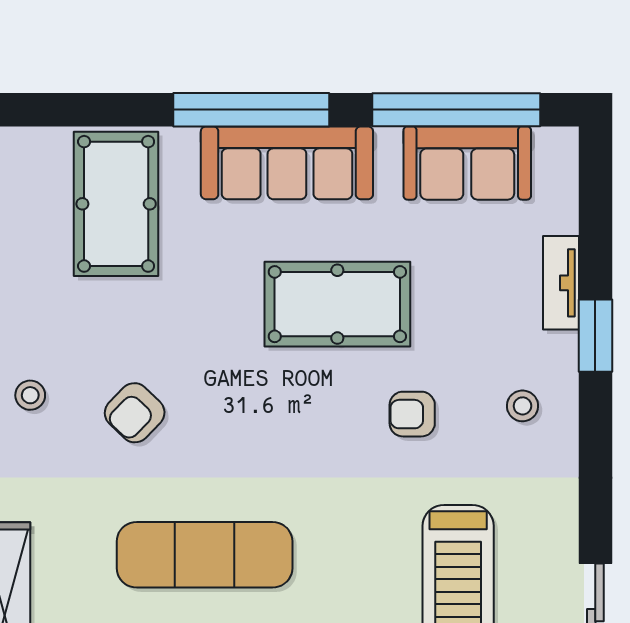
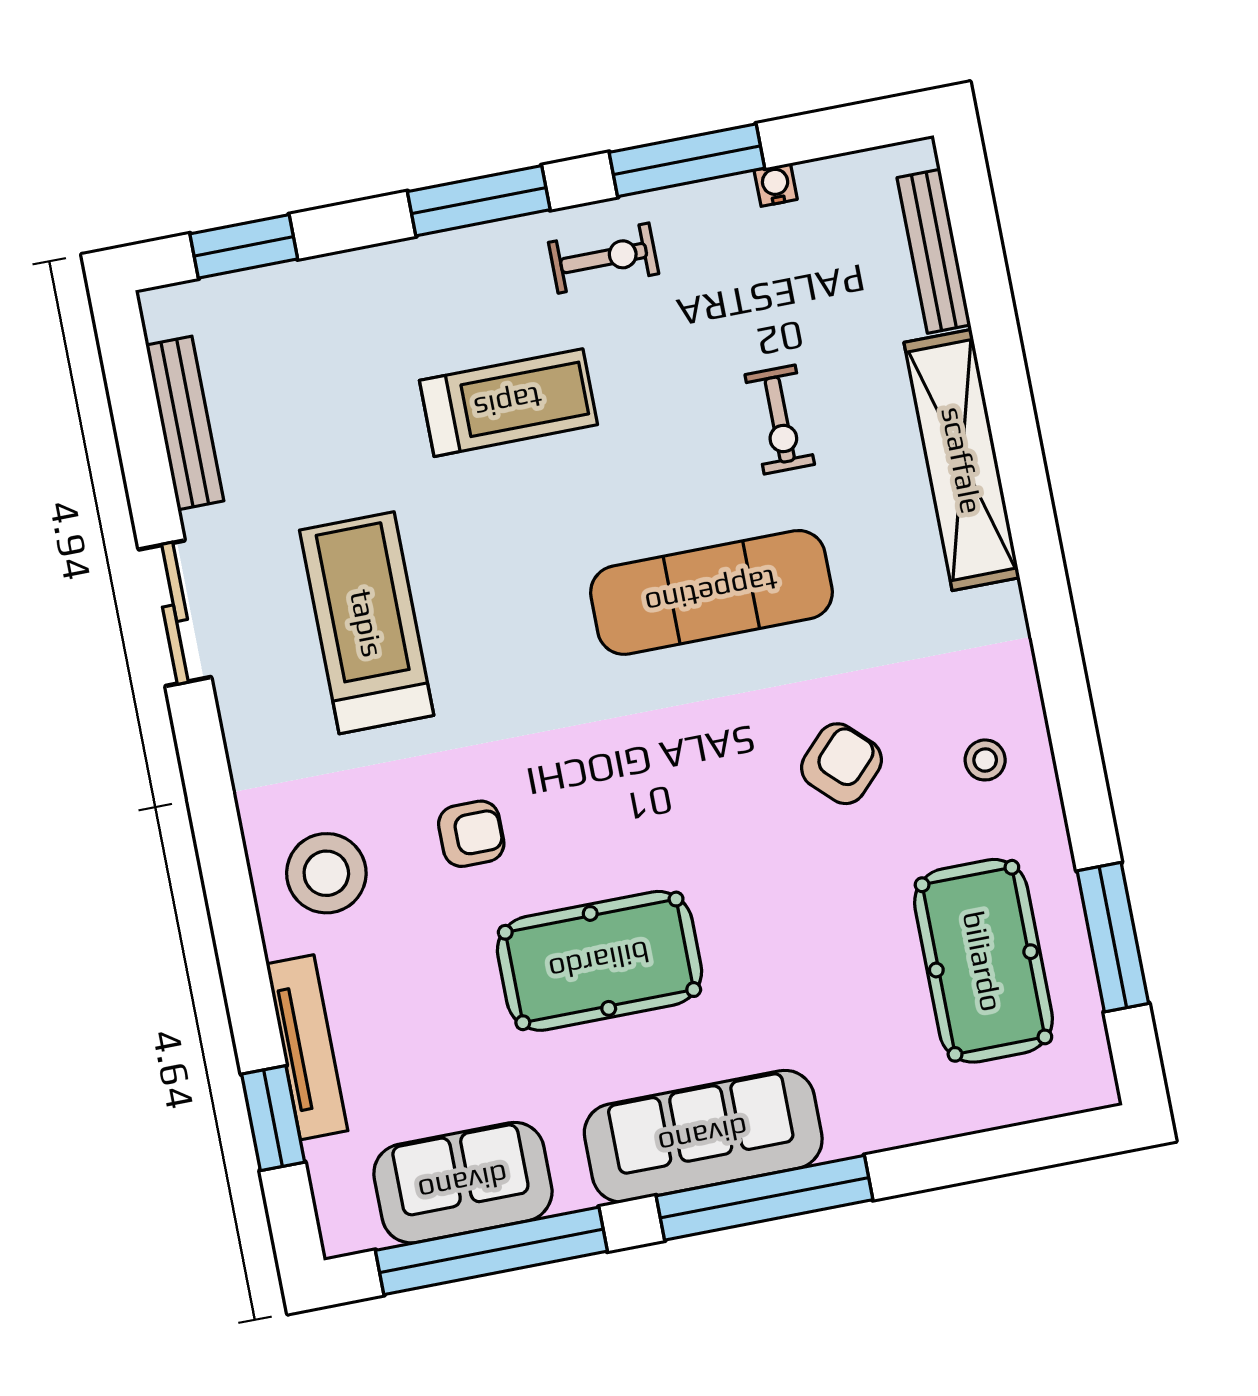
pool table: (116, 204) -> (983, 961), moved
tv unit: (561, 283) -> (307, 1047), width x1.41
window: (595, 336) -> (273, 1118), moved
stool: (523, 406) -> (326, 873), width x1.89, depth x1.89

